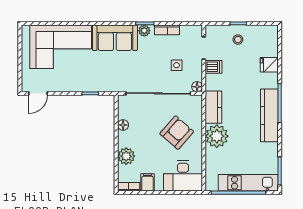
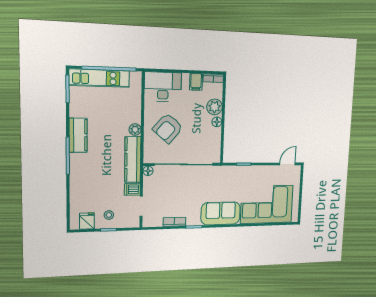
plant: (144, 31) -> (195, 220), removed
side table: (177, 65) -> (167, 190), removed
fridge: (269, 65) -> (87, 221), moved, turned -90
kitchen counter: (213, 107) -> (133, 160), width x1.50
kitchen counter: (269, 115) -> (78, 135), width x0.67
floor lamp: (123, 125) -> (217, 122), moved
plant: (217, 136) -> (135, 130), width x0.53, depth x0.53

